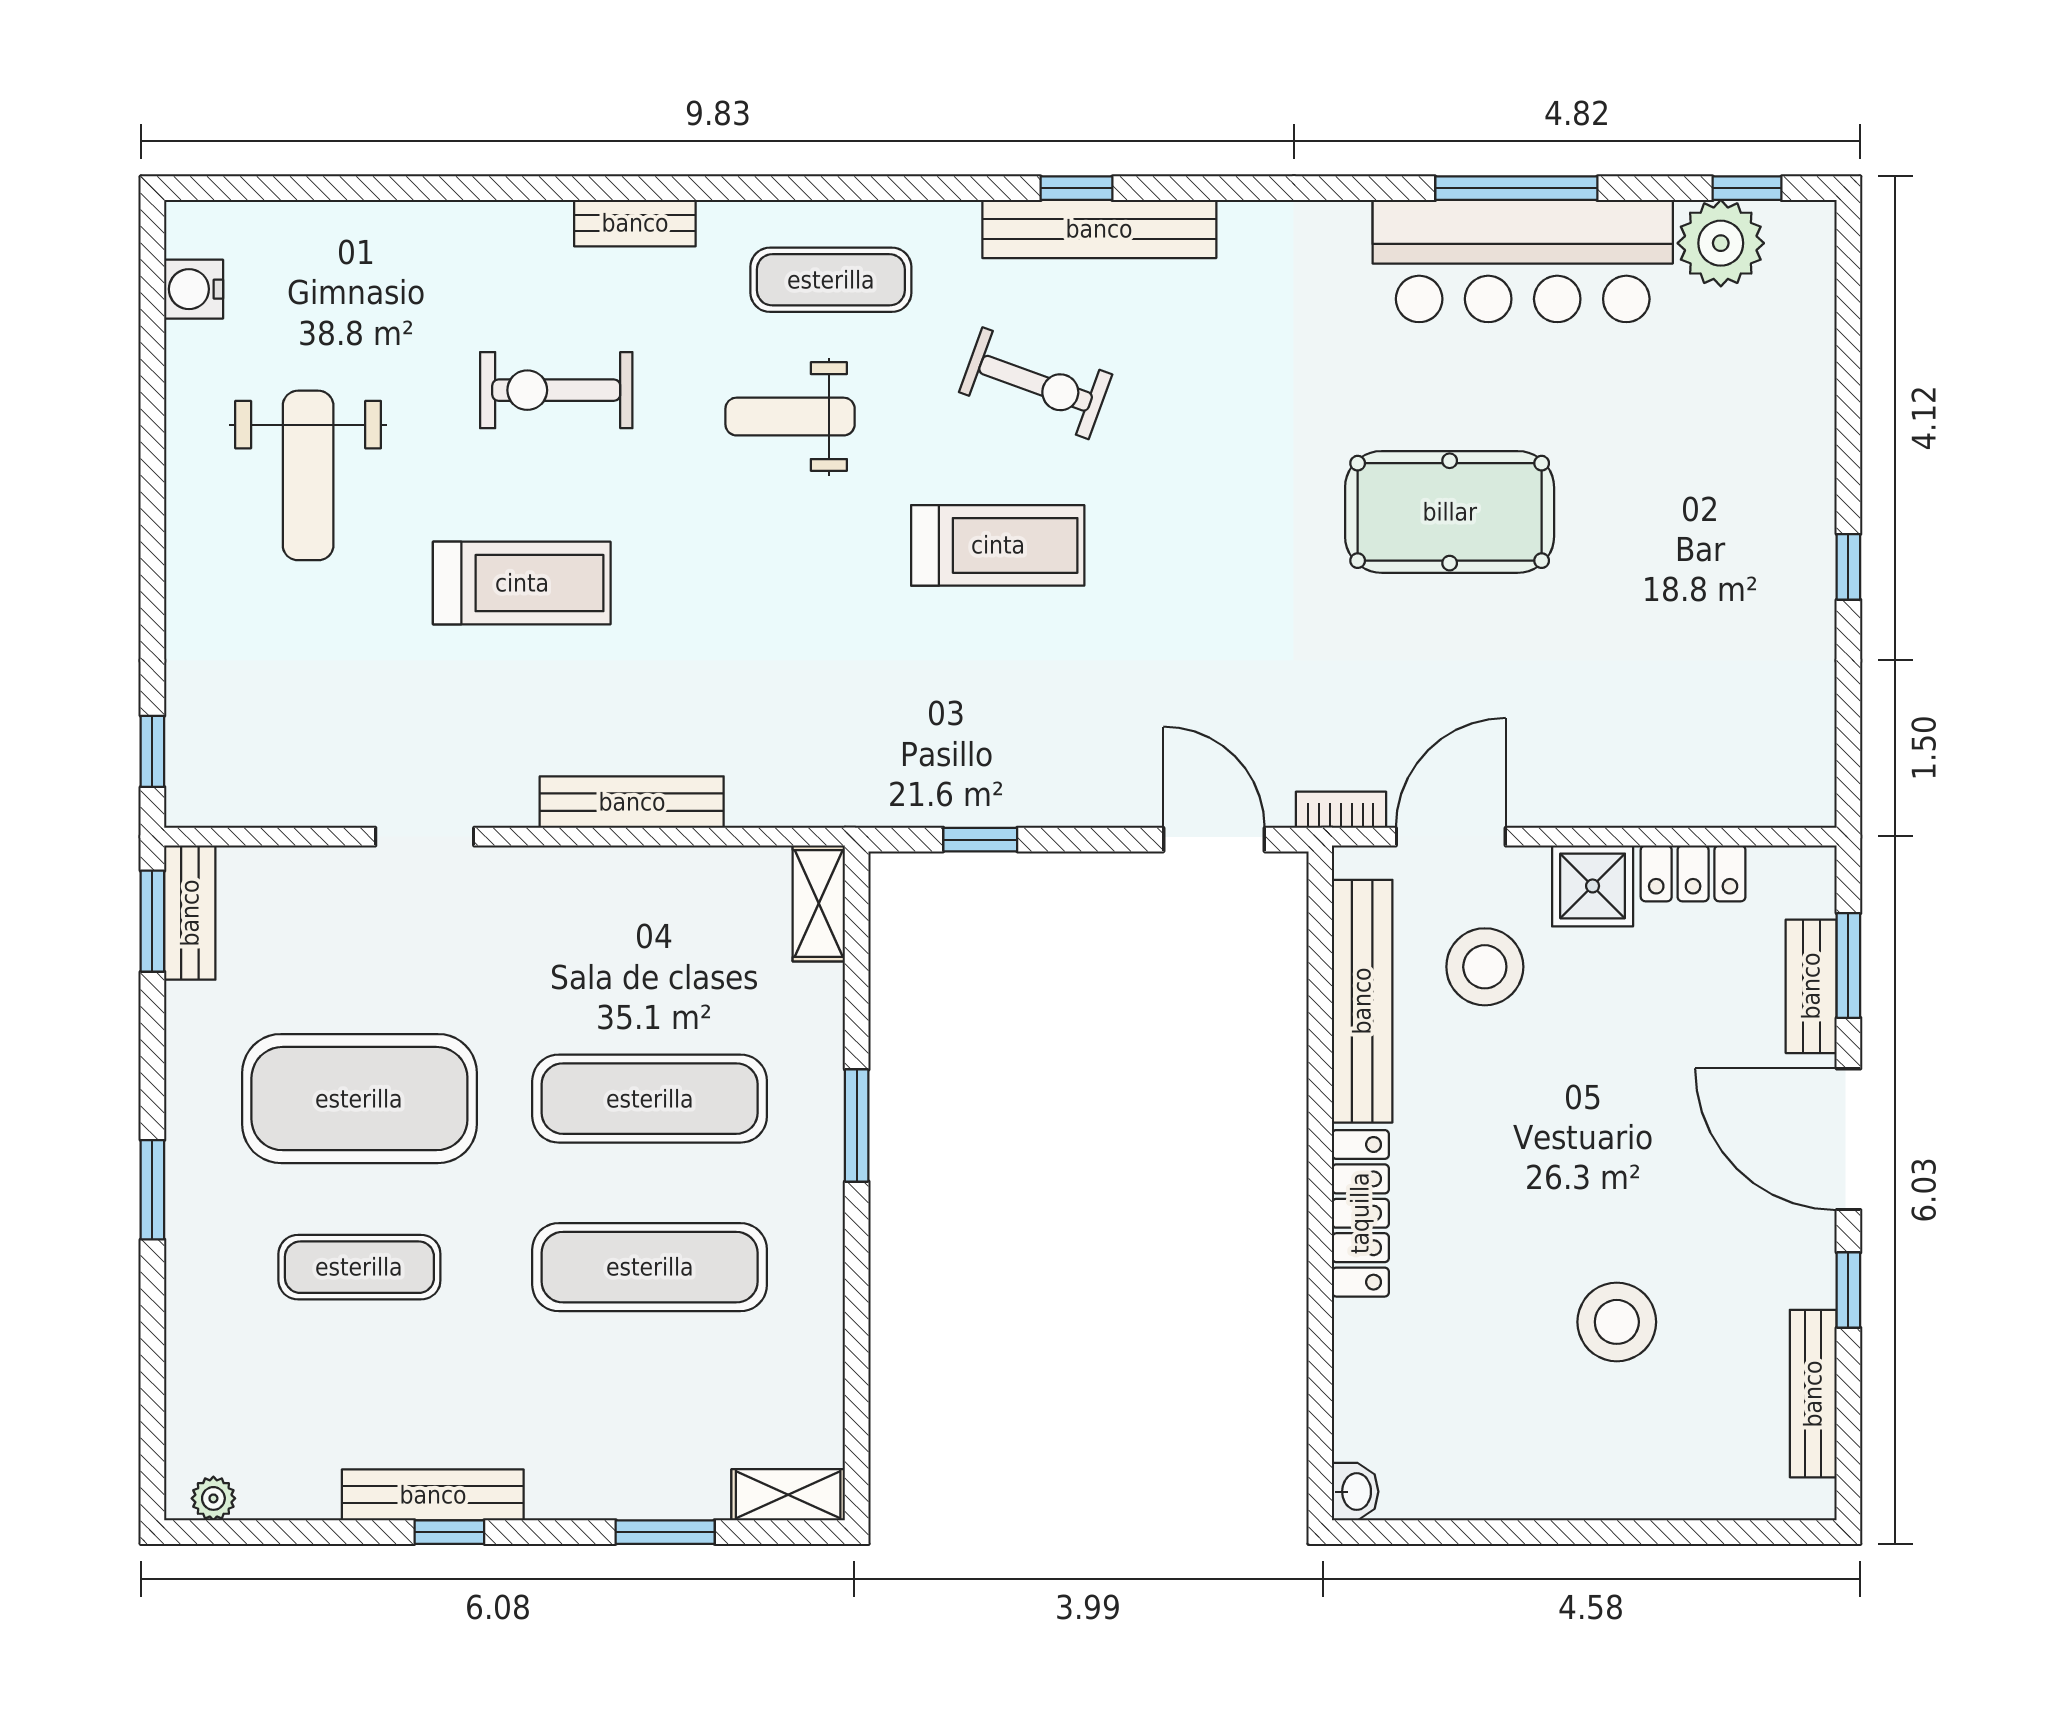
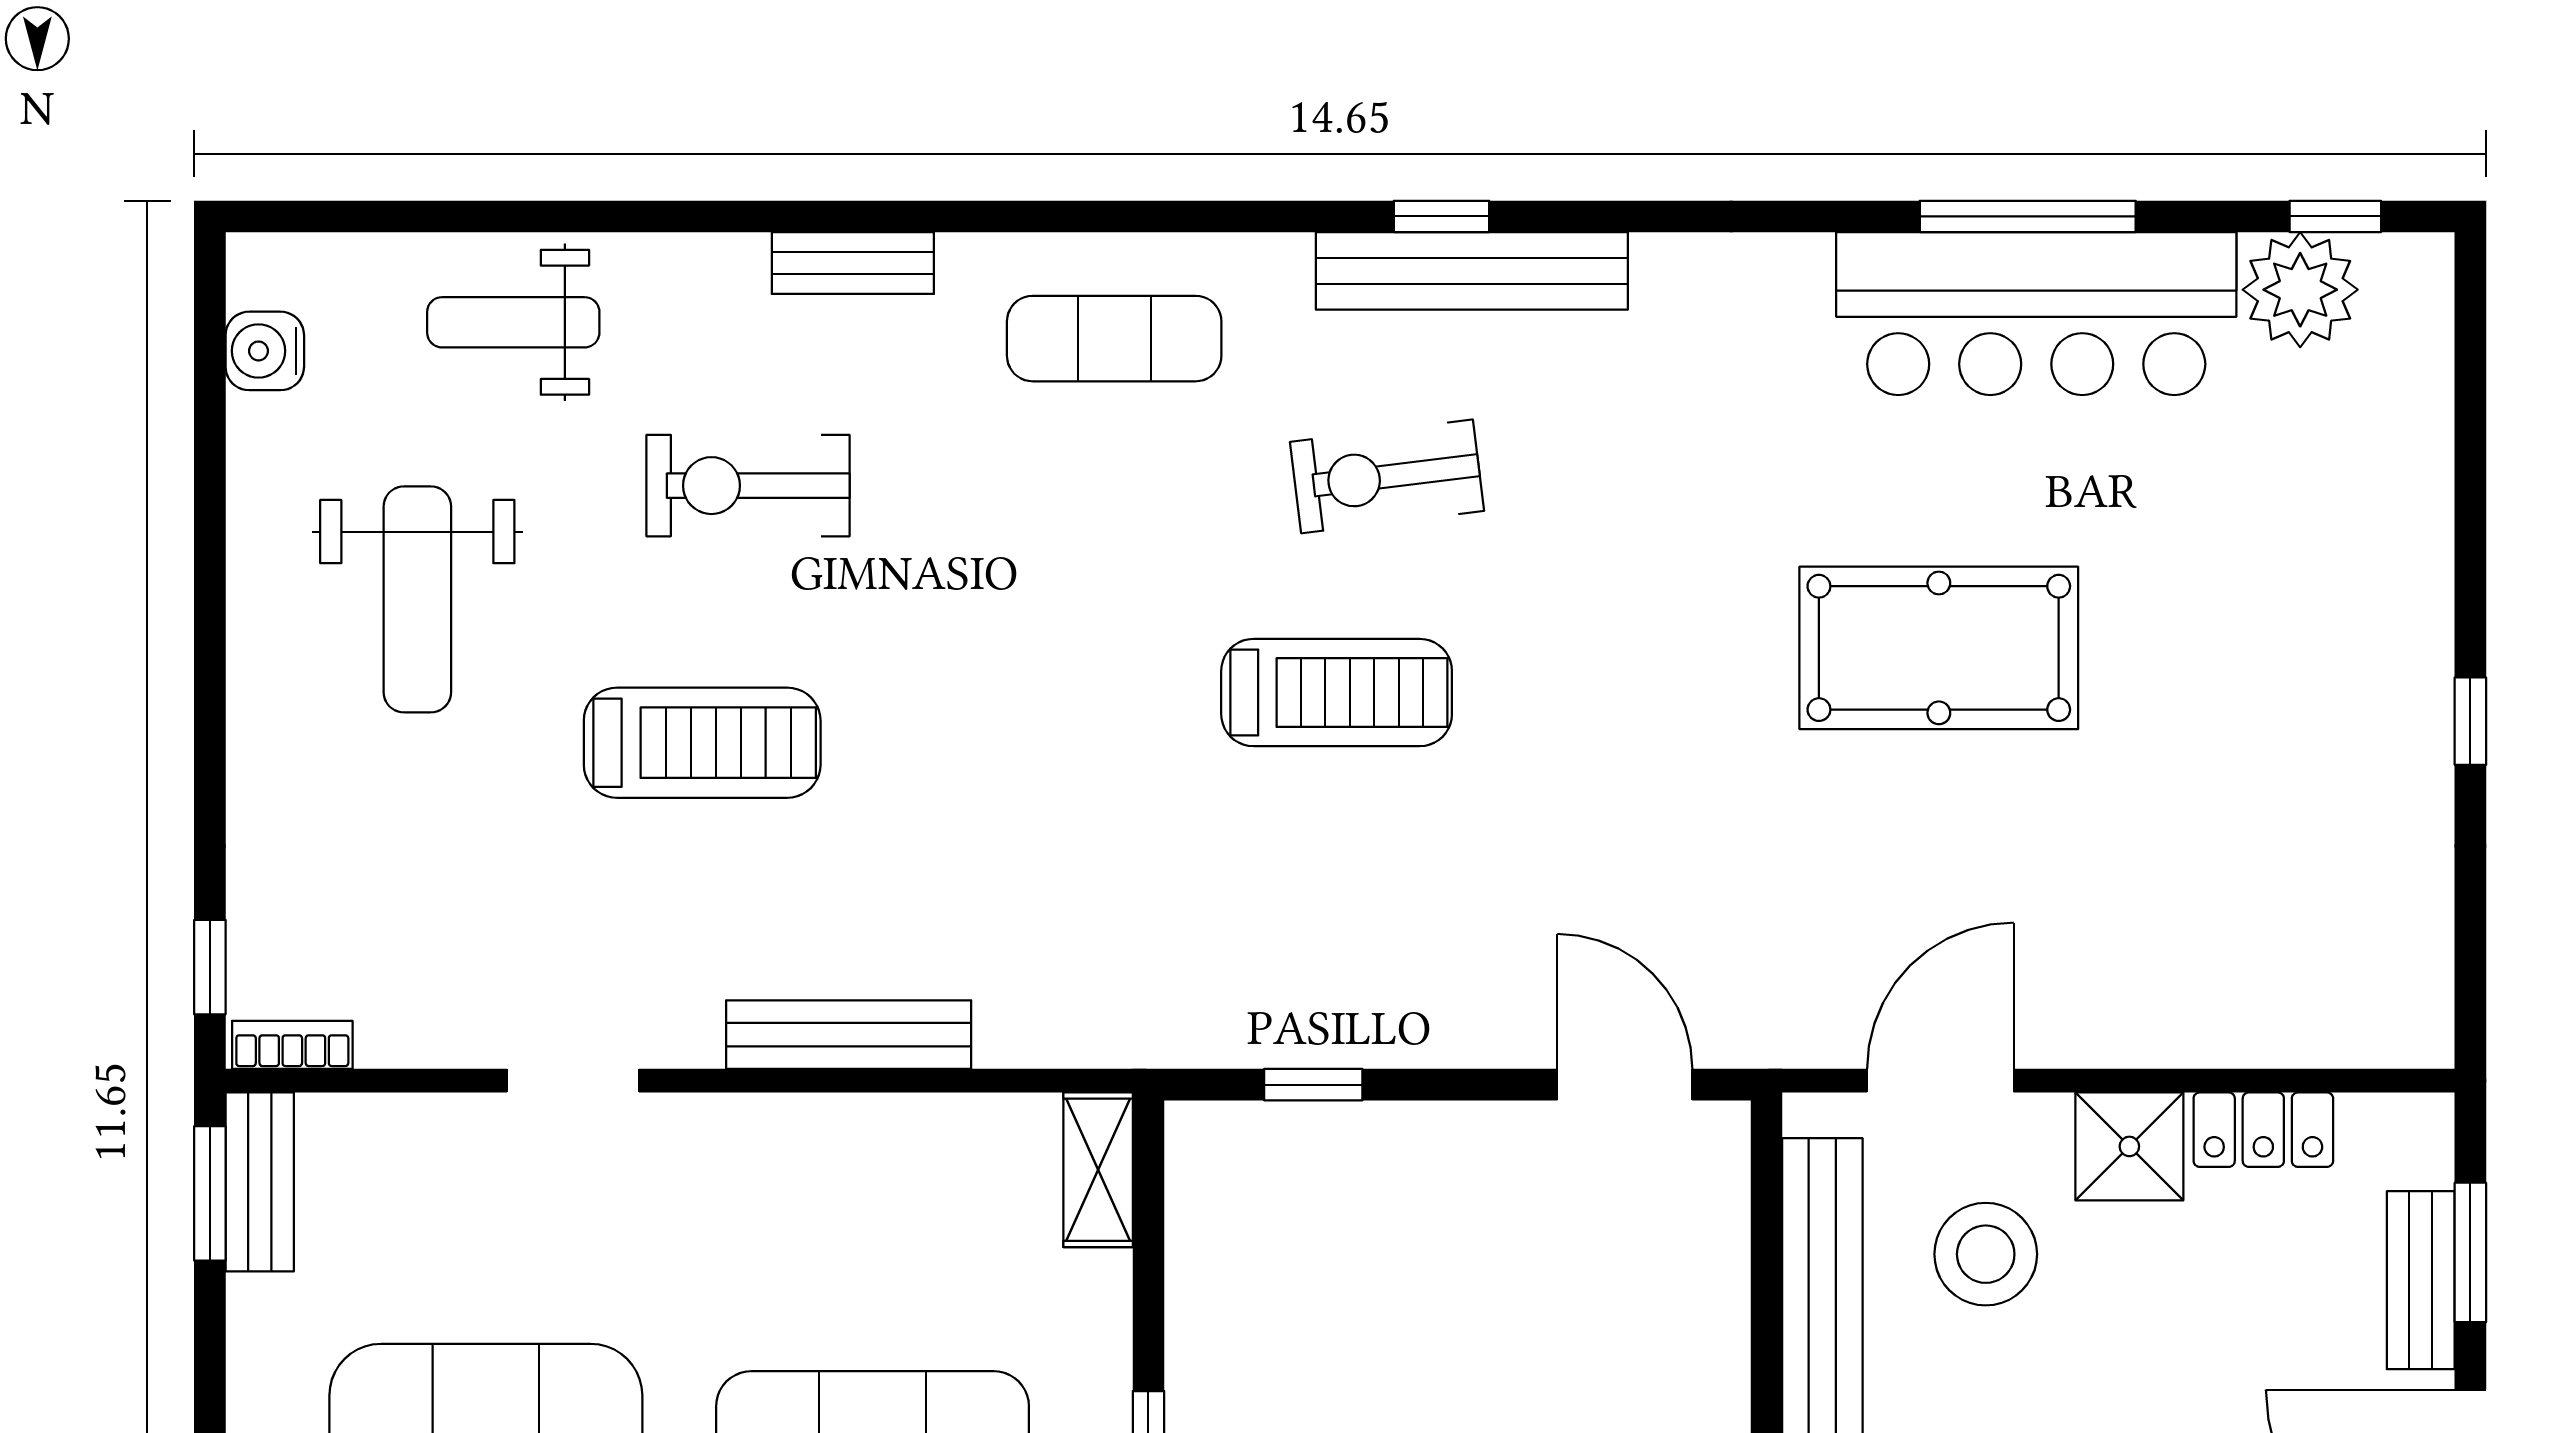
exercise bike: (1036, 383) -> (1387, 476), turned 153
weight bench: (790, 417) -> (513, 322), moved
bookcase: (1341, 810) -> (292, 1045), moved

